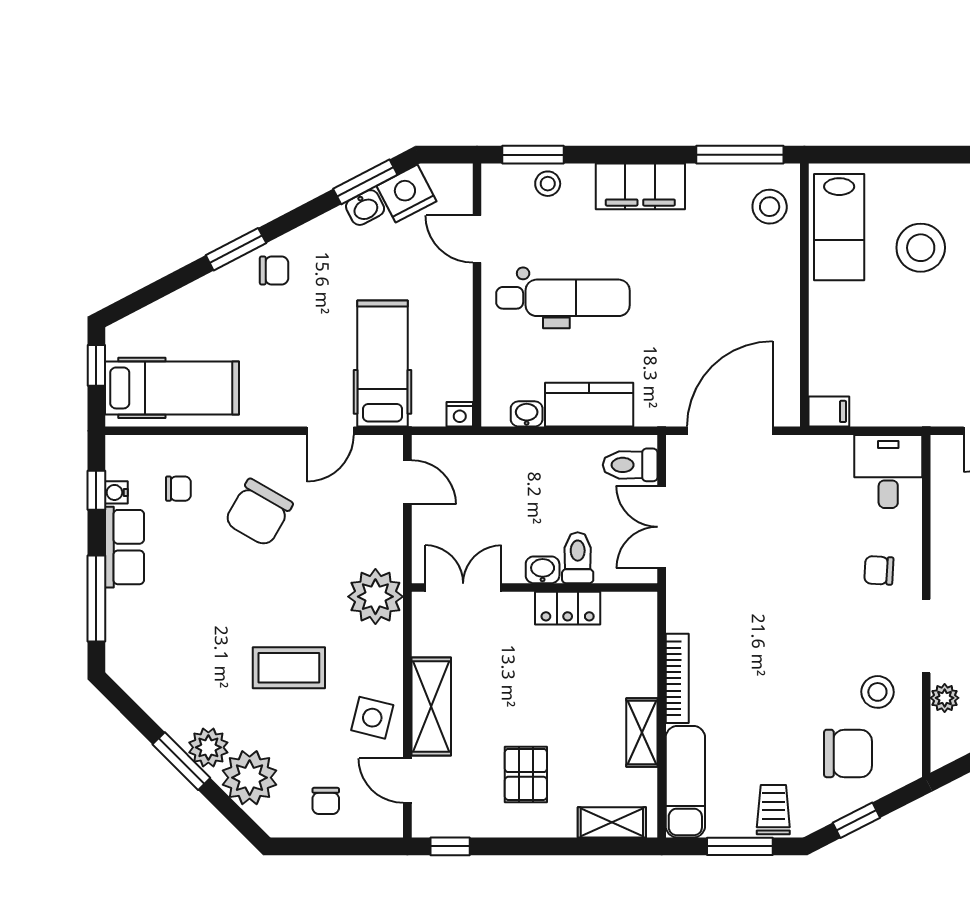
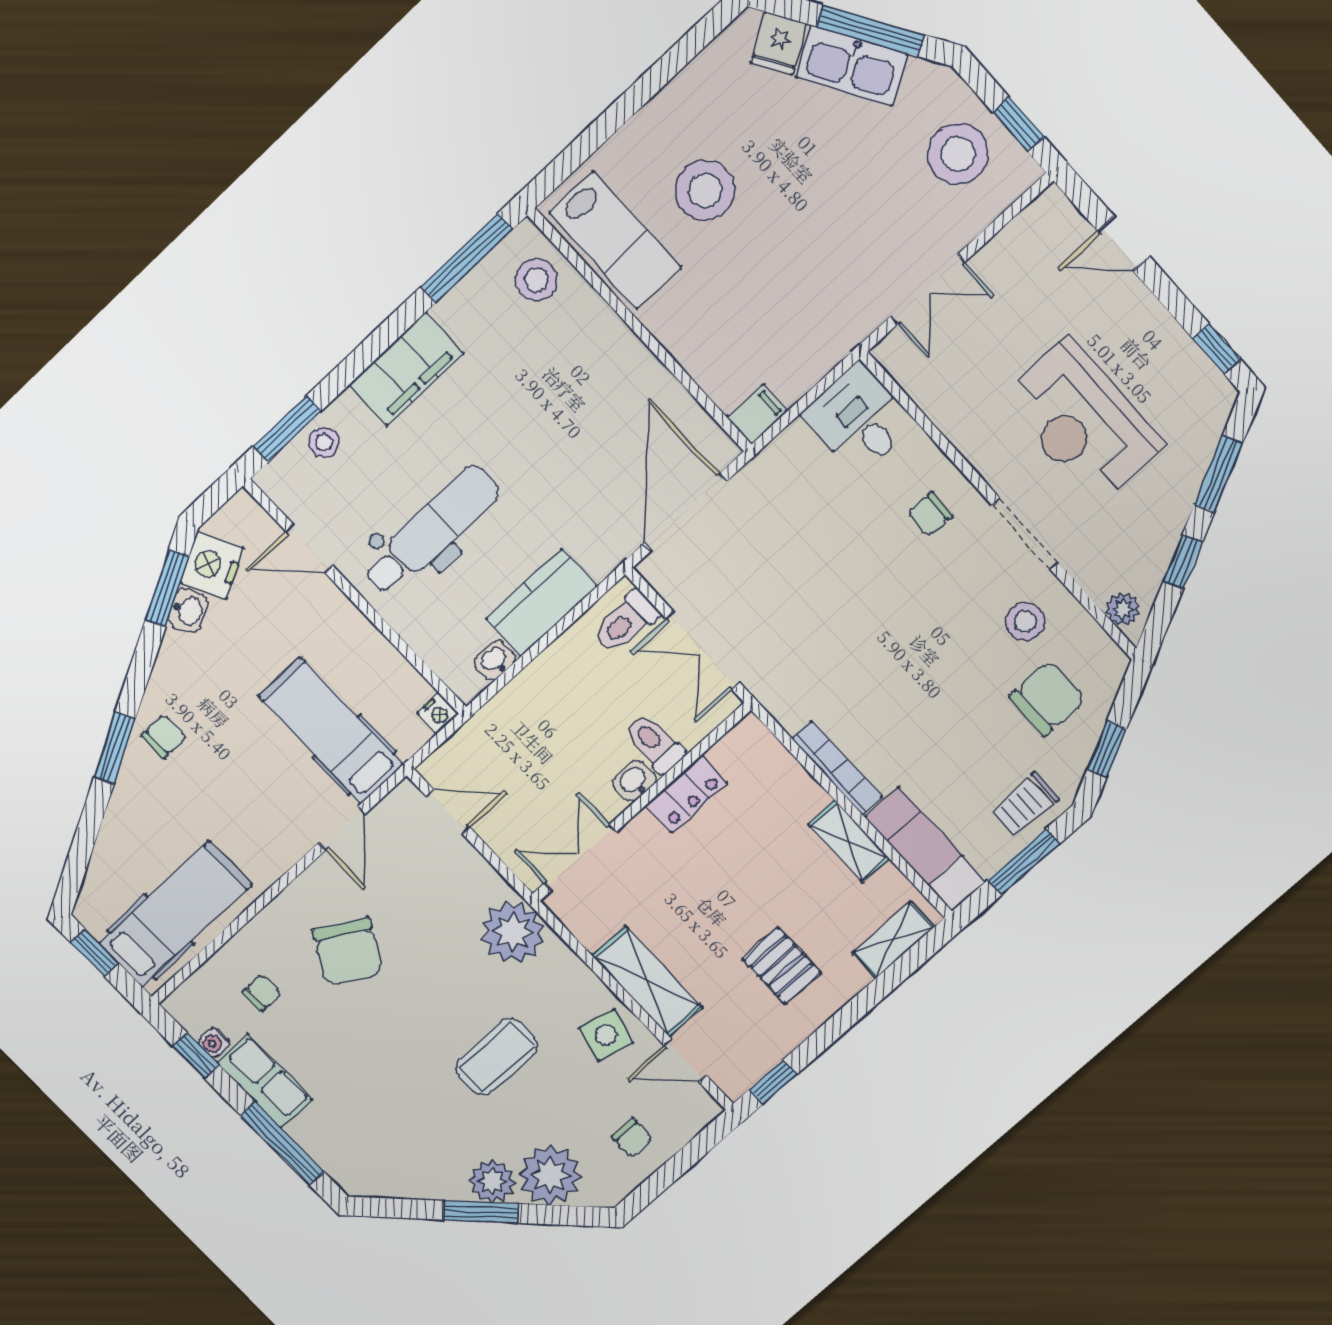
plant: (945, 698) -> (1123, 609), moved
trolley: (773, 810) -> (1025, 805), turned -90

